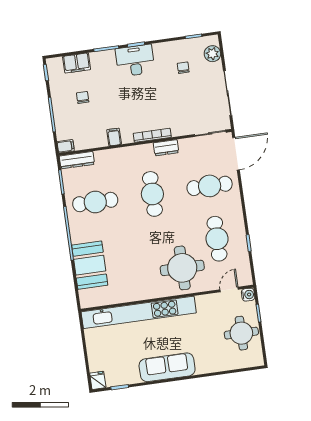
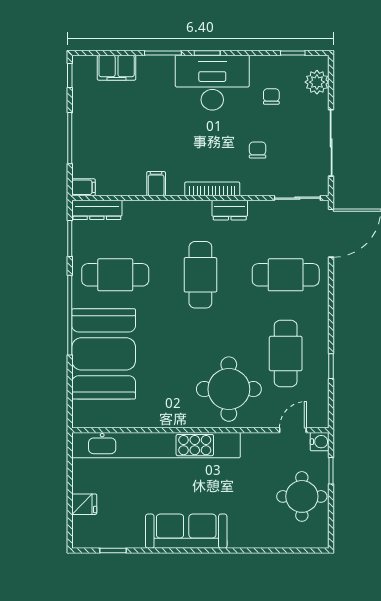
desk: (135, 61) -> (212, 83), width x1.36, depth x1.30
chair: (83, 97) -> (258, 150), moved
booth: (90, 265) -> (104, 354), width x1.36, depth x1.42
fridge: (98, 380) -> (84, 504), moved, turned 90

